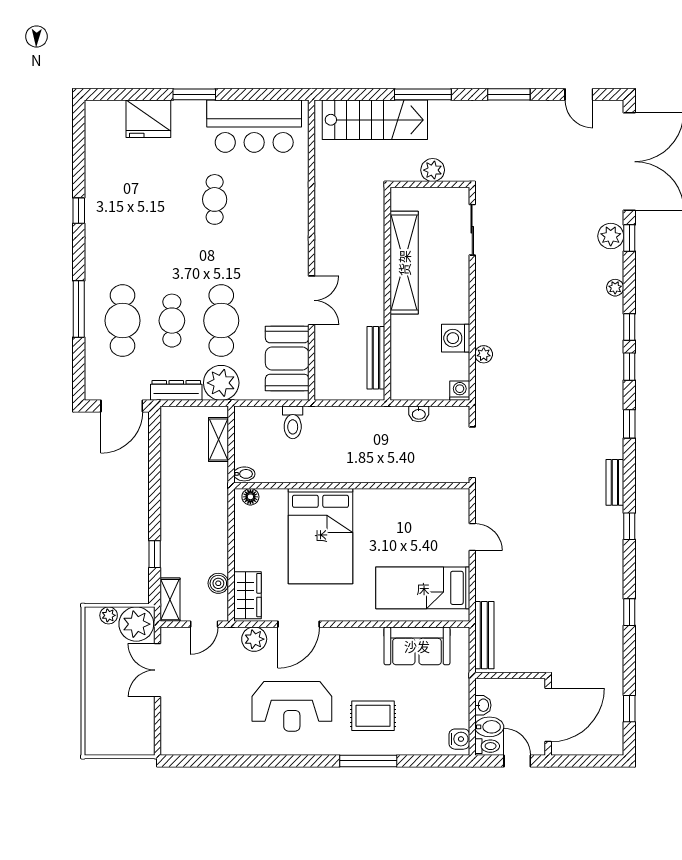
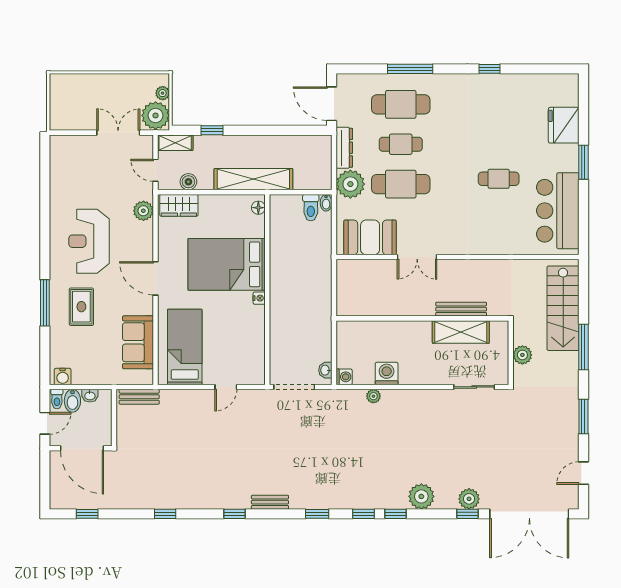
shelving: (404, 263) -> (461, 332), width x0.68
plant: (615, 288) -> (421, 496), width x1.88, depth x1.88
bench: (376, 358) -> (461, 309), moved
washbasin: (419, 414) -> (325, 370), moved
toilet: (293, 422) -> (311, 208), moved, turned -90
shelving: (219, 439) -> (253, 179), moved, width x2.20, depth x1.33
bidet: (244, 474) -> (326, 203), moved
nightstand: (362, 496) -> (259, 298), added
door: (299, 624) -> (155, 278), moved
bench: (484, 635) -> (139, 397), width x0.73

